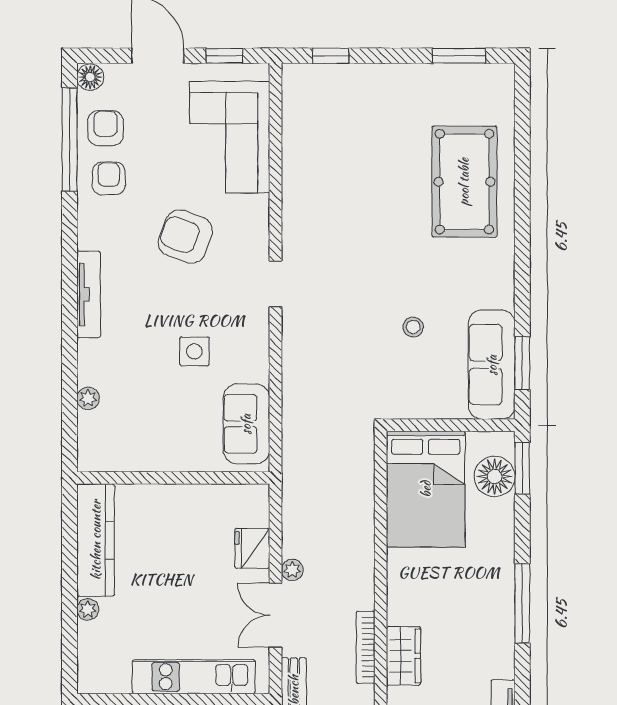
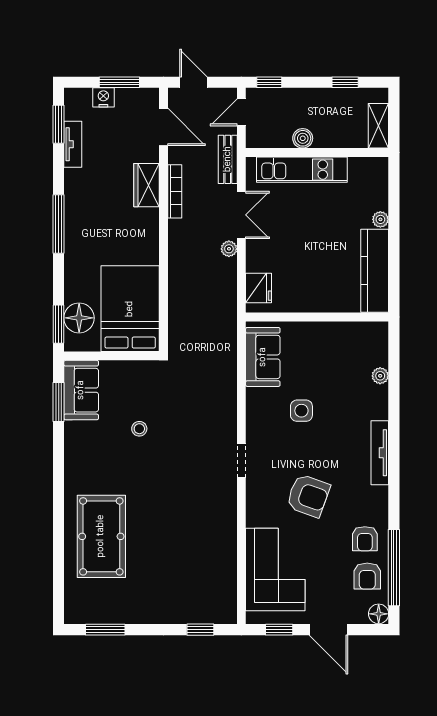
sofa: (492, 365) -> (81, 390), width x0.73
fridge: (252, 548) -> (259, 288), moved

